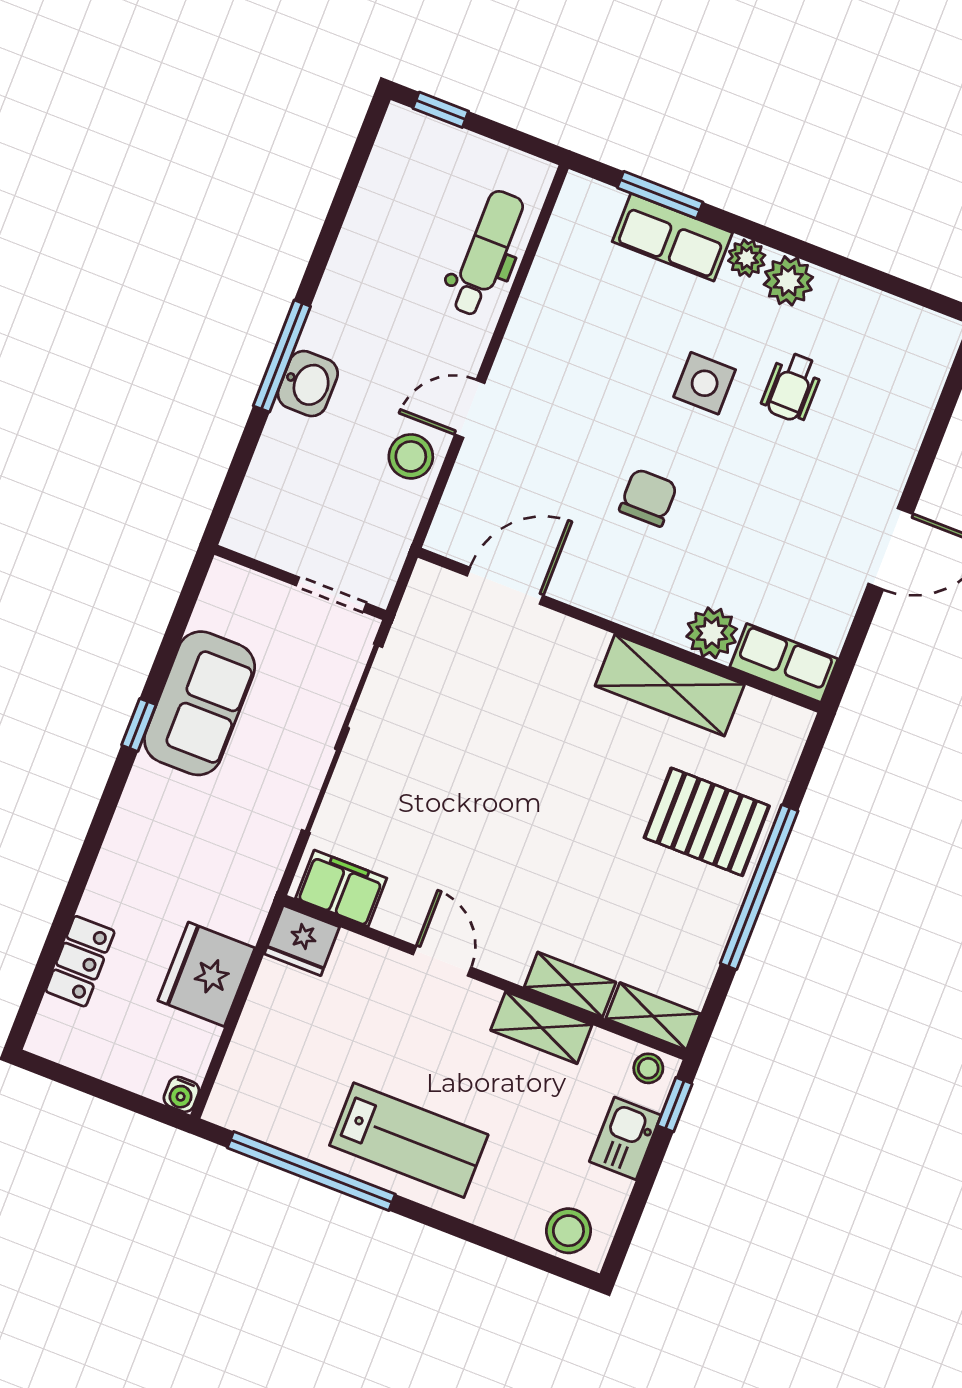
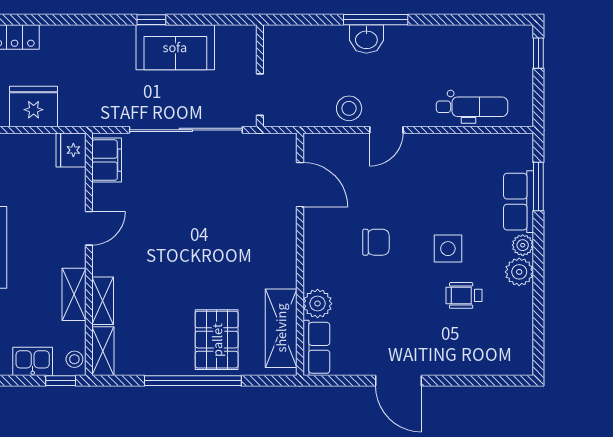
door: (470, 409) -> (386, 130), swing flipped
shelving: (670, 685) -> (281, 328), moved

